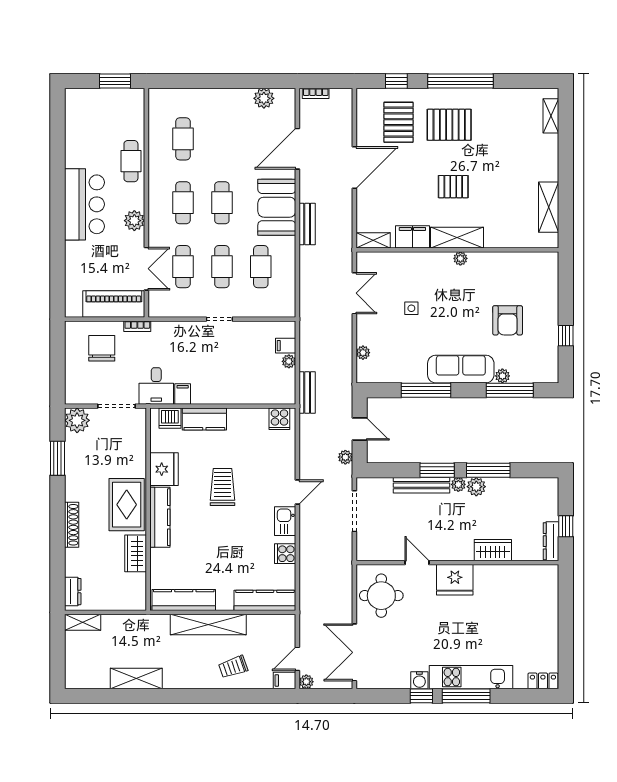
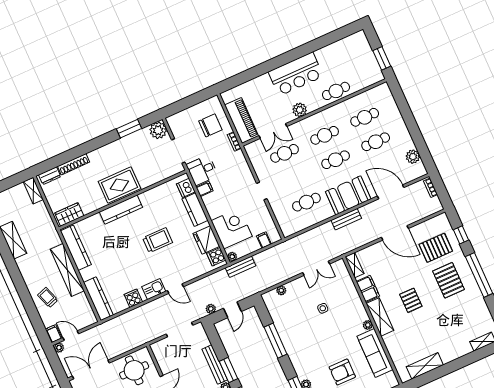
cafe table: (222, 267) -> (376, 142), moved
plant: (289, 361) -> (232, 257), moved
sofa: (461, 369) -> (375, 353), moved, turned 180
corner desk: (251, 382) -> (232, 228), added
fridge: (164, 469) -> (206, 240), moved, turned 90
shoe rack: (72, 525) -> (74, 164), moved
wardrobe: (136, 553) -> (69, 214), moved

